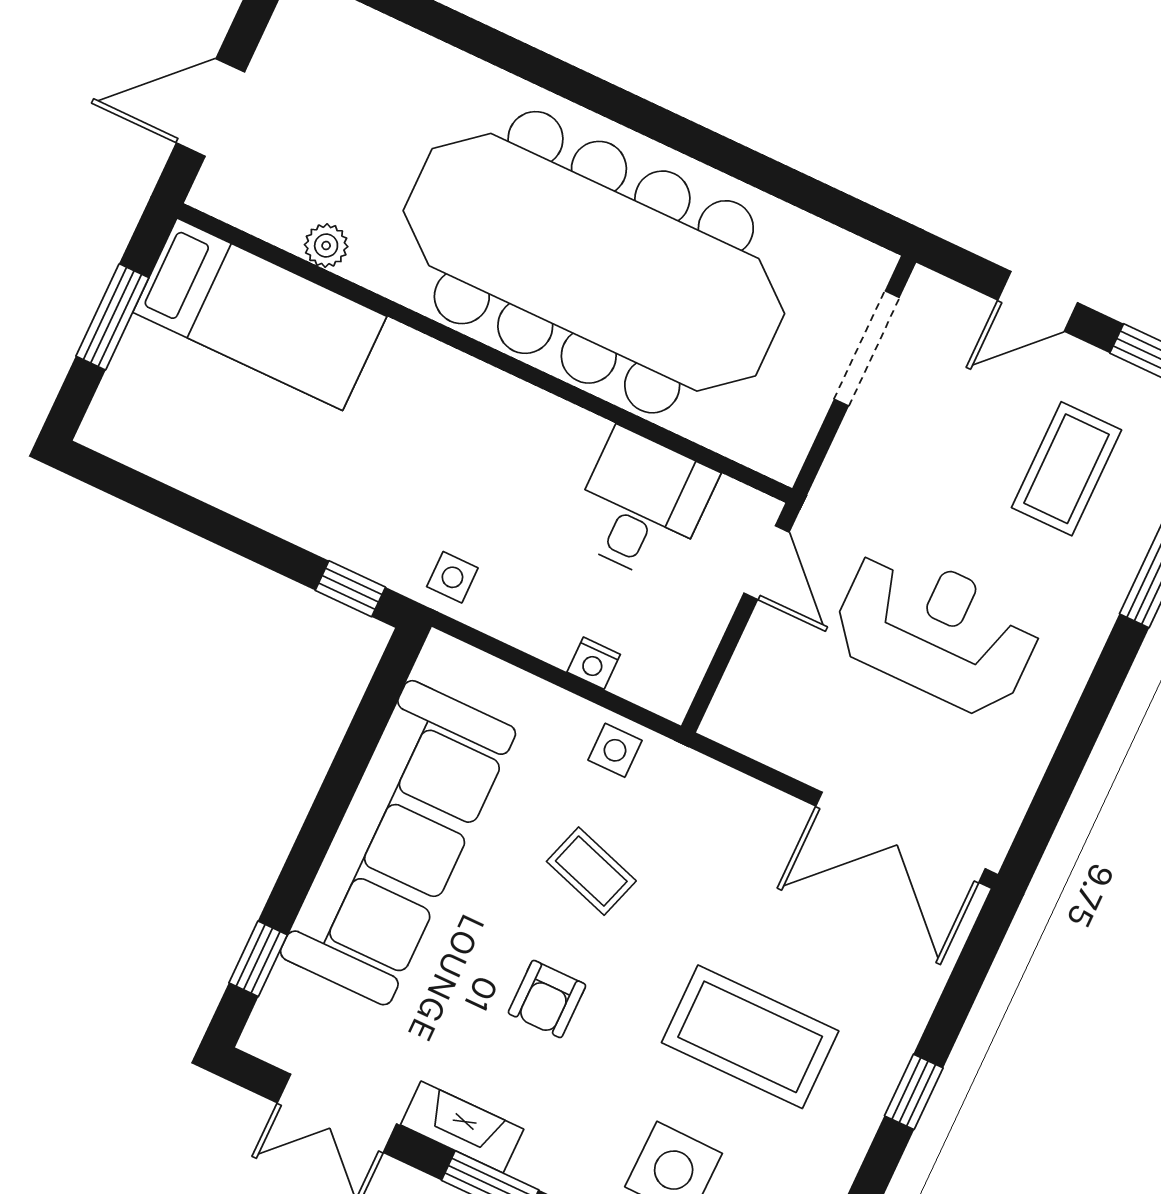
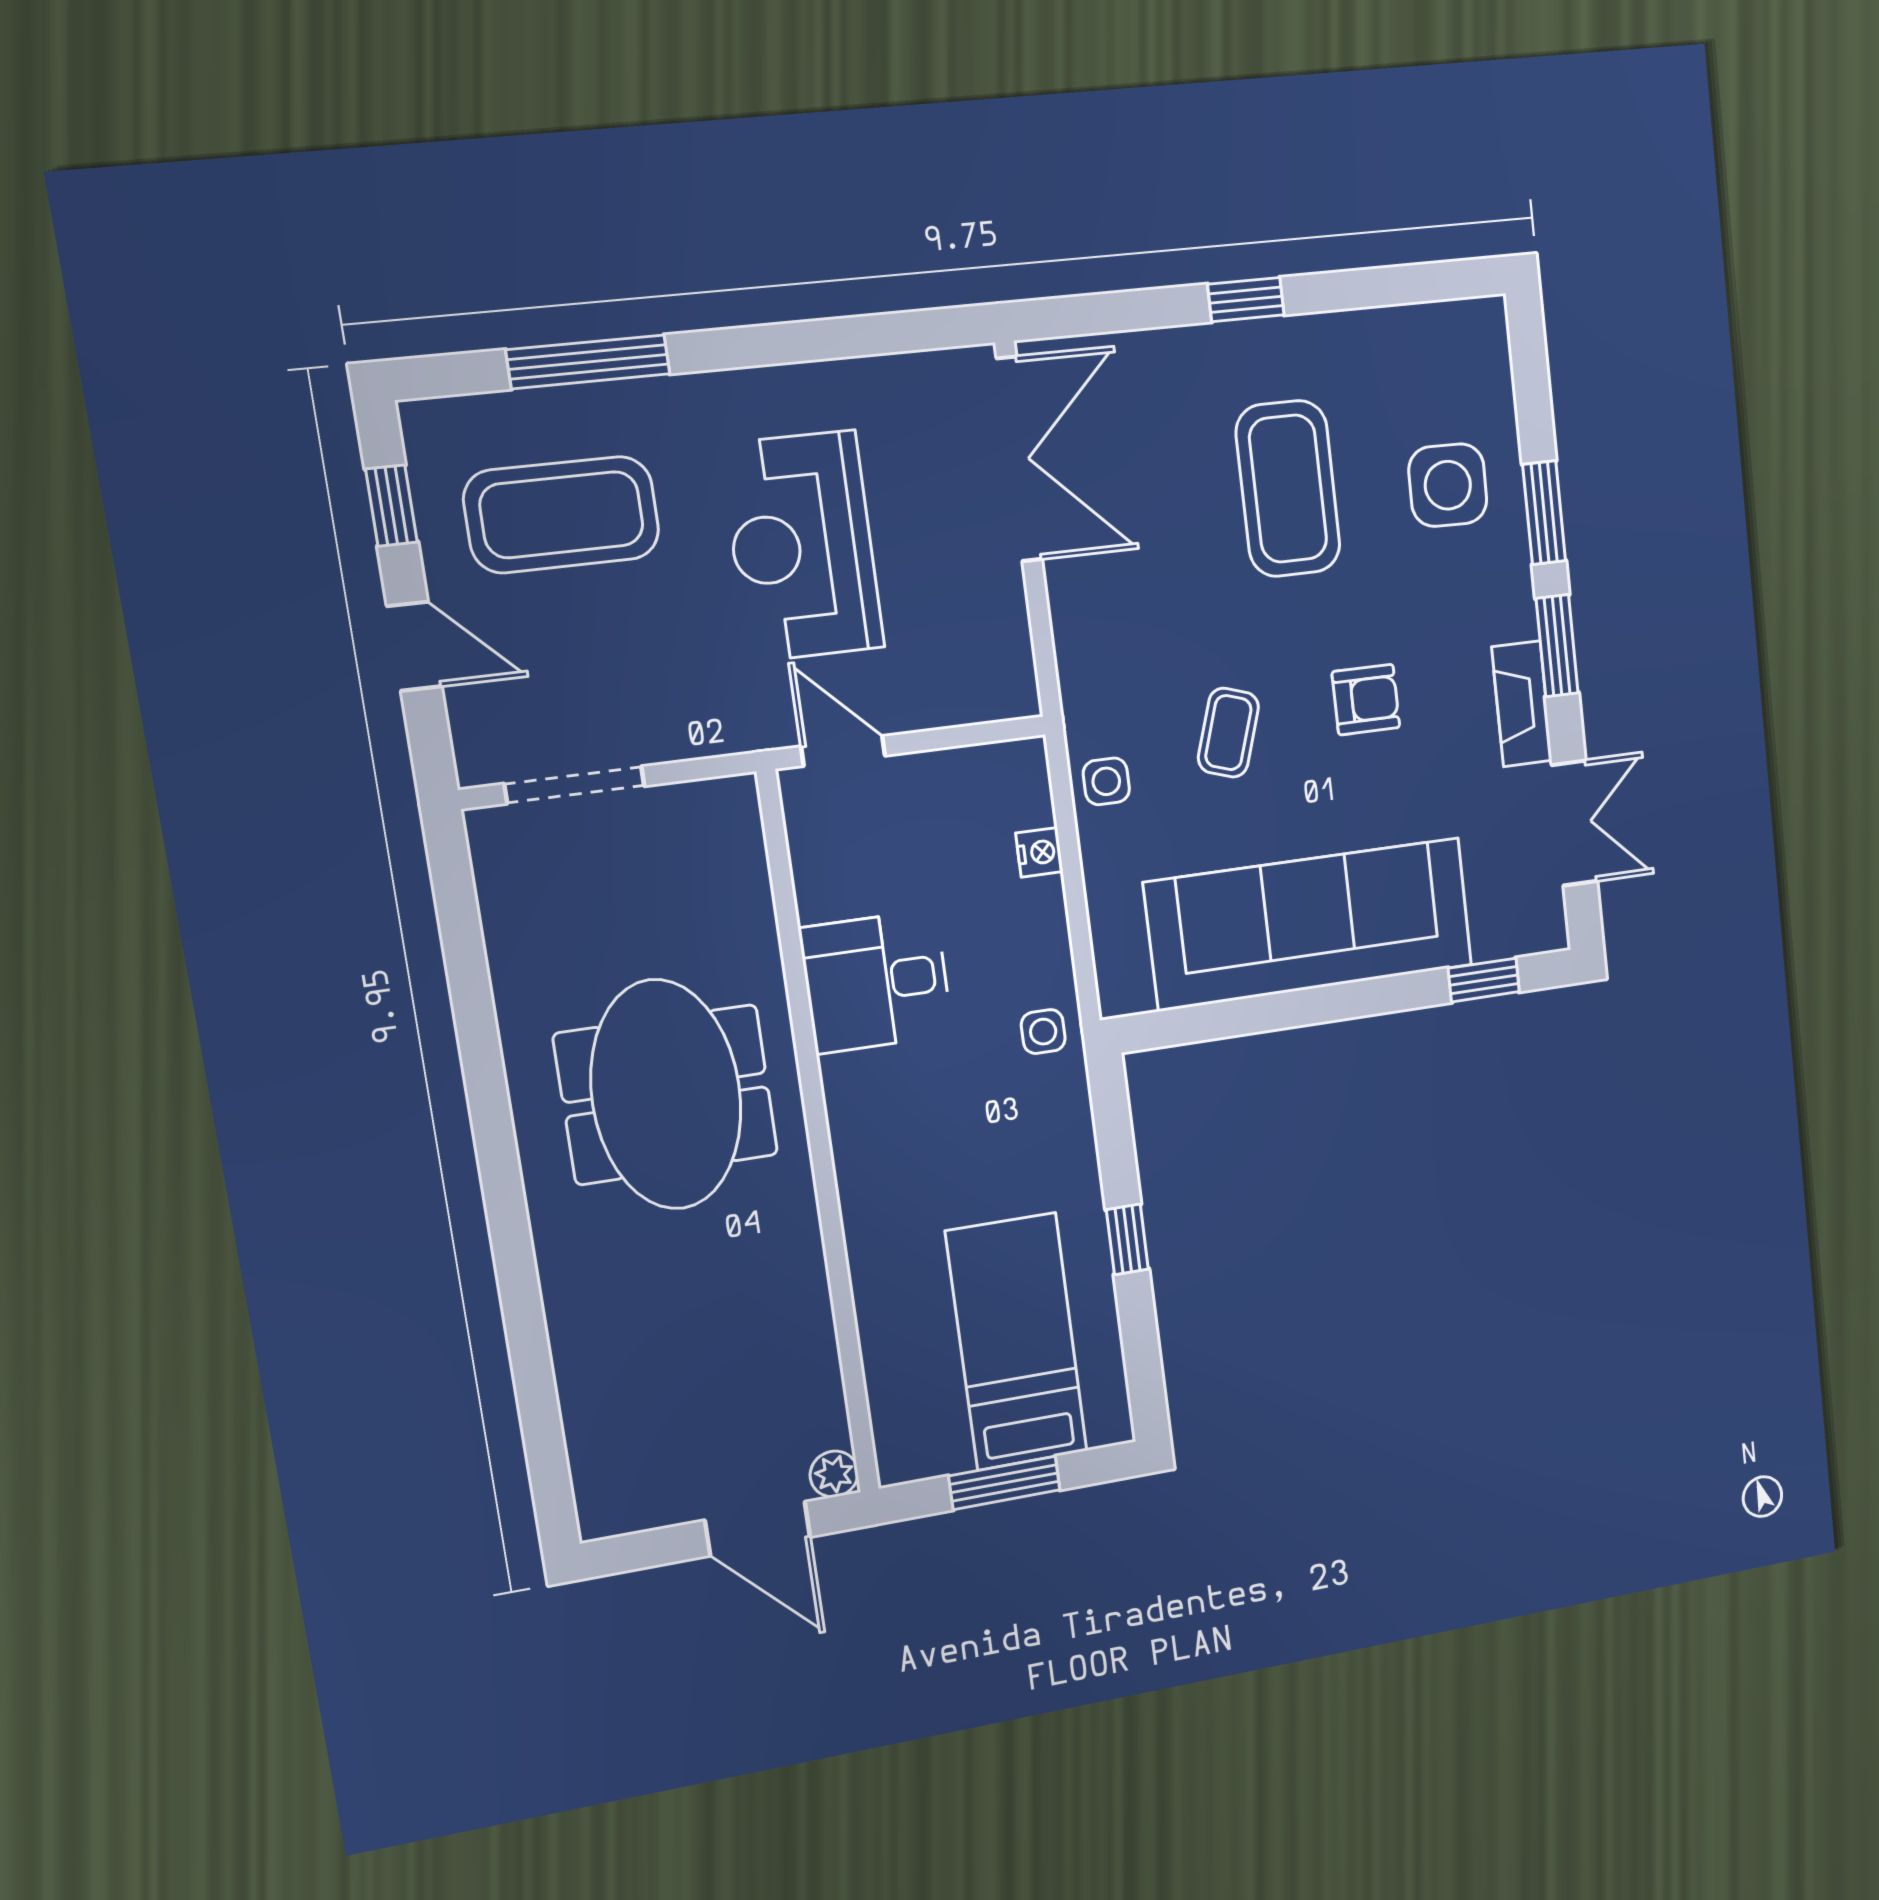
plant: (326, 246) -> (834, 1474), moved
meeting table: (594, 262) -> (666, 1095), width x0.54, depth x0.79
bed: (260, 314) -> (1017, 1342), moved
coffee table: (1066, 469) -> (562, 515), width x1.36, depth x1.32
desk: (642, 505) -> (876, 982), moved
door: (766, 563) -> (843, 751), hinge flipped
window: (350, 589) -> (1127, 1239), moved

